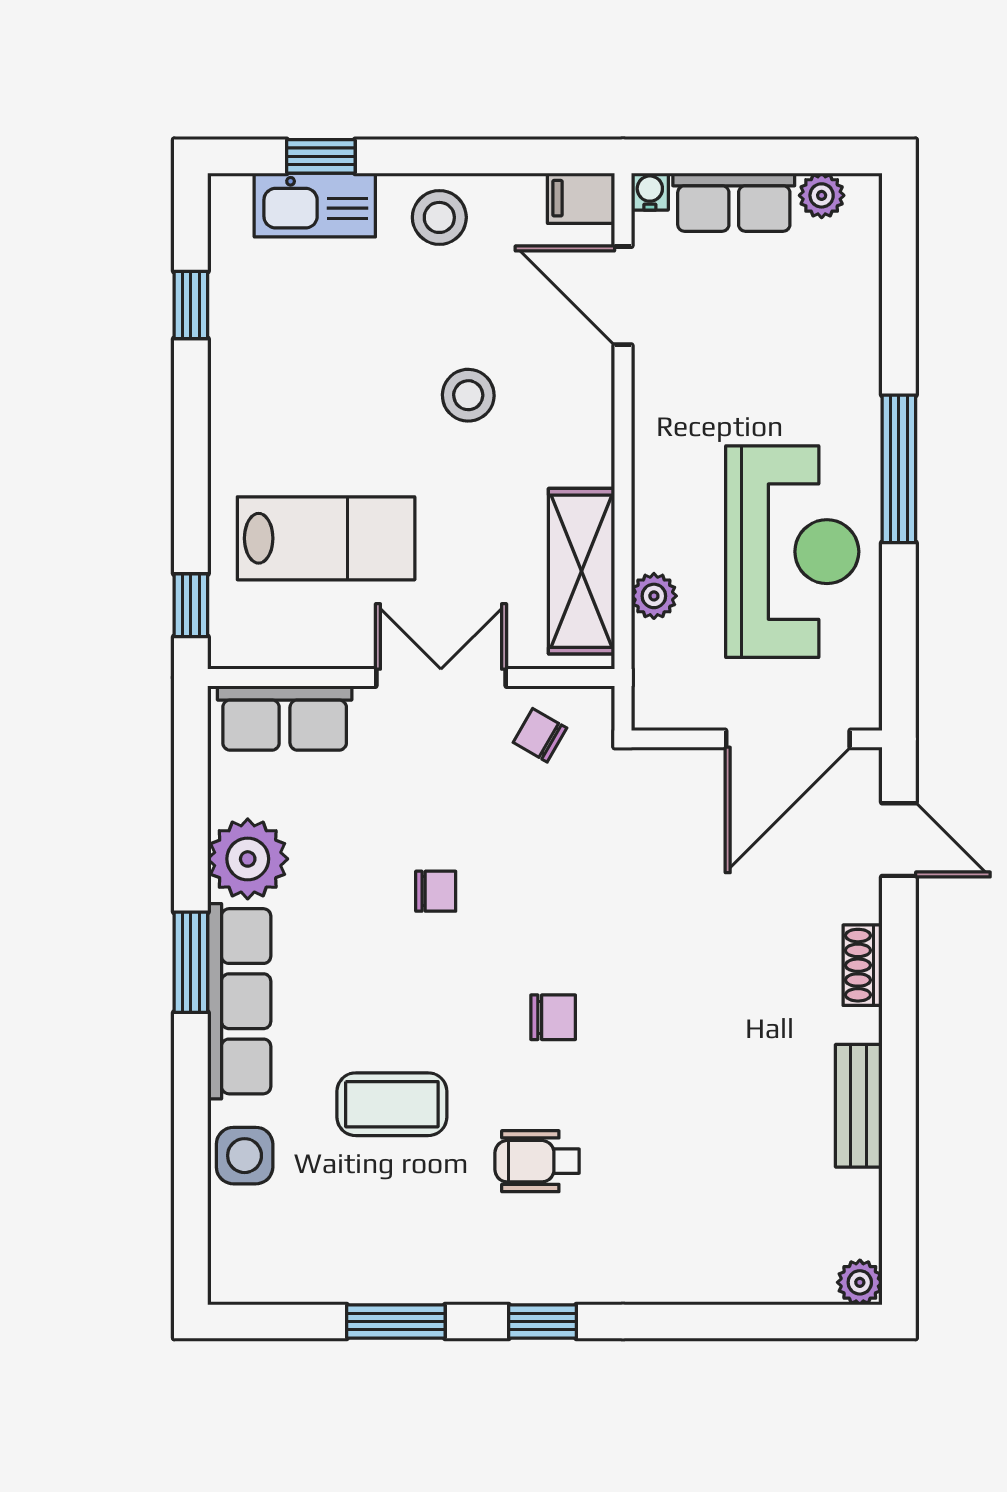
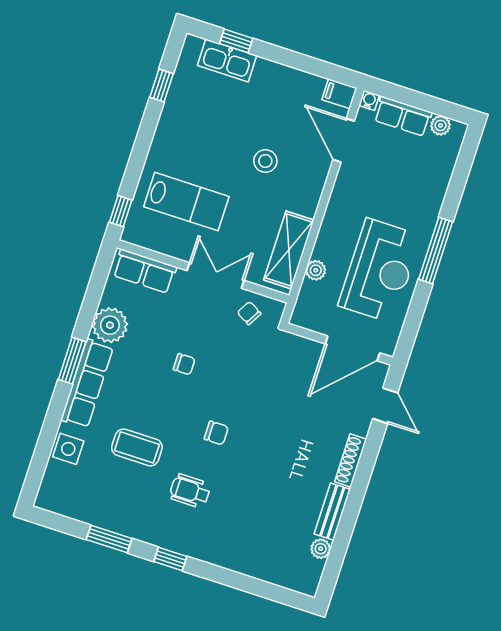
stool: (439, 217) -> (277, 83), removed
shoe rack: (863, 965) -> (351, 461), width x1.43
plant: (860, 1282) -> (321, 549), moved

